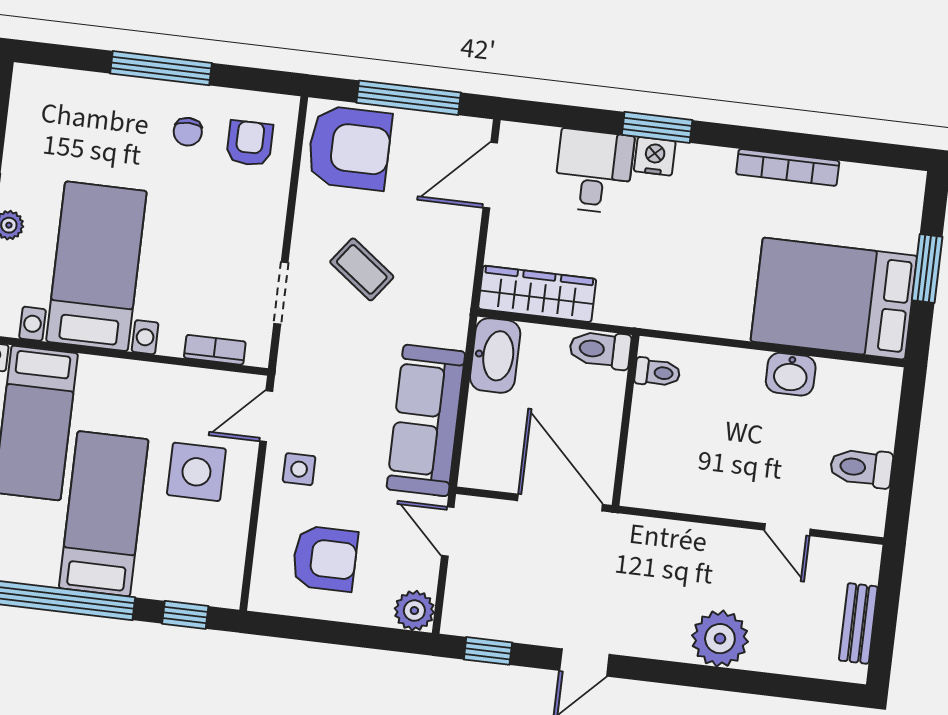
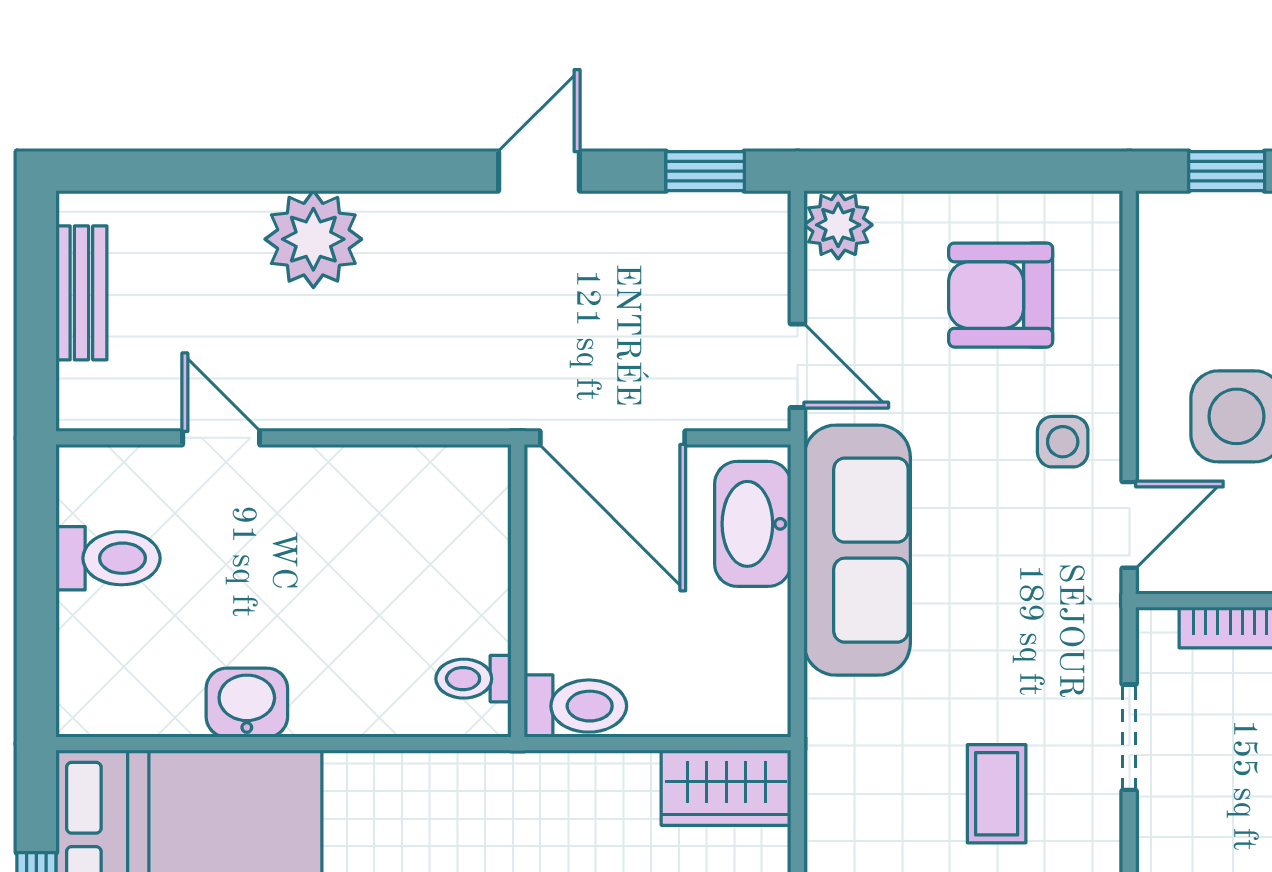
coffee table: (362, 269) -> (997, 794), turned 53
wardrobe: (537, 294) -> (726, 788), width x0.67
washbasin: (495, 355) -> (753, 524), moved

